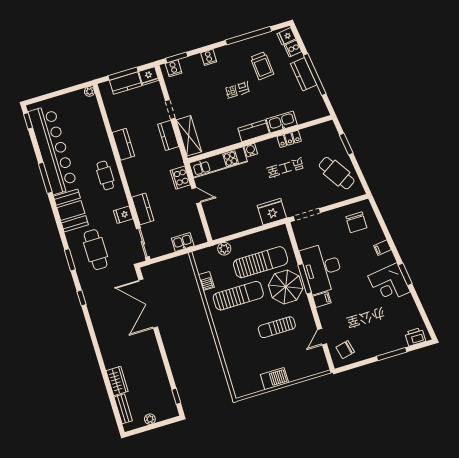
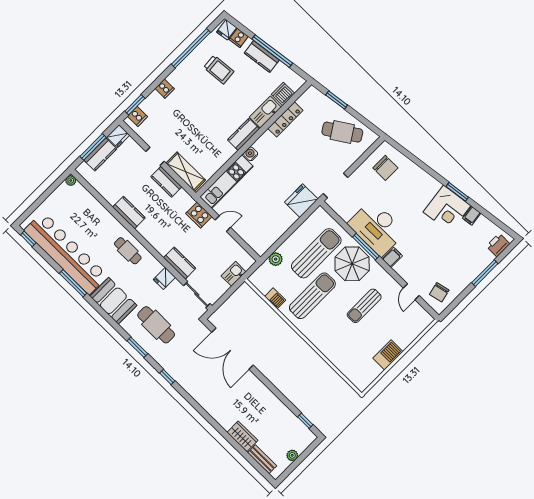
dishwasher: (305, 115) -> (283, 94), added
locker: (289, 139) -> (285, 119), width x1.53
filing cabinet: (382, 248) -> (472, 216), moved

